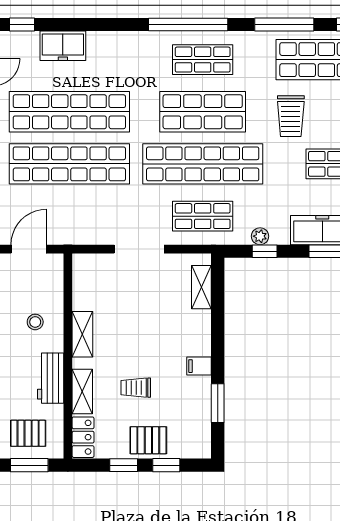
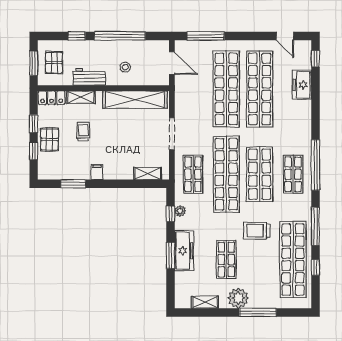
shelving: (82, 334) -> (135, 100), width x2.20, depth x1.33

